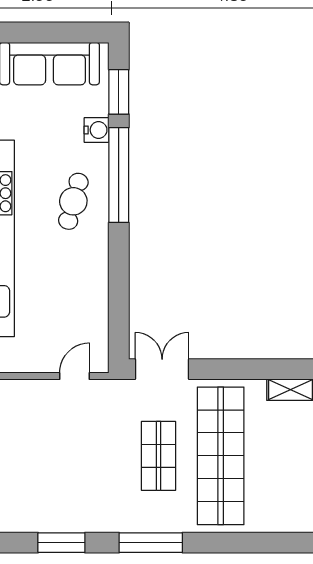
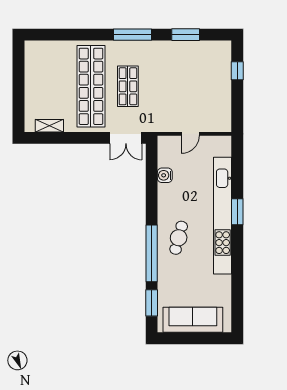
water cooler: (97, 130) -> (165, 175), moved
door: (74, 376) -> (190, 134), moved

